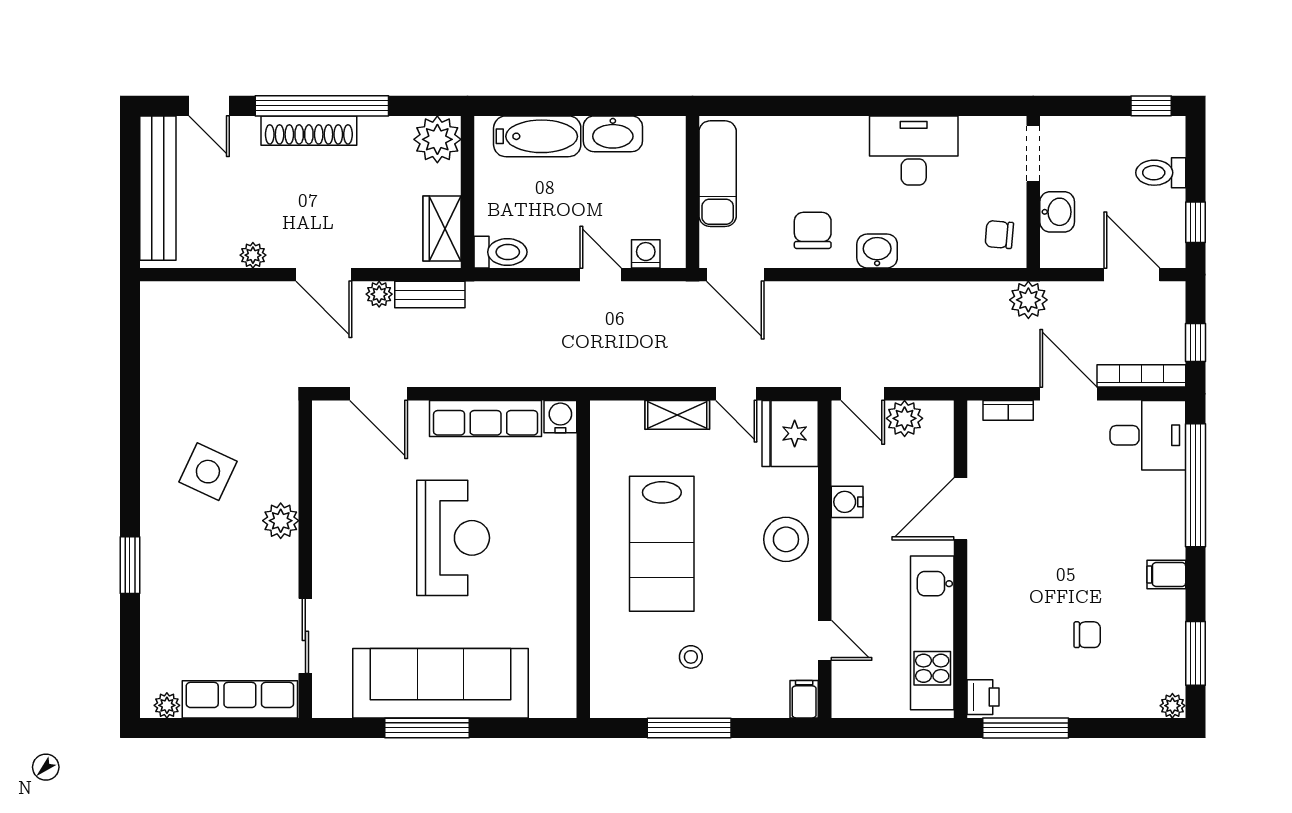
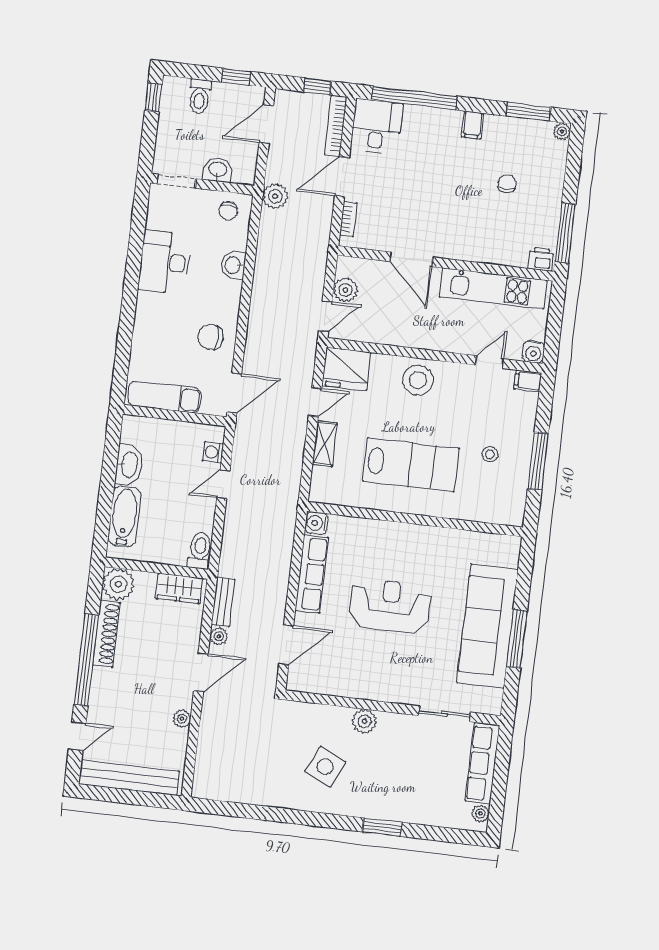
shoe rack: (309, 131) -> (106, 634), moved
washbasin: (877, 251) -> (233, 265), moved
water cooler: (847, 502) -> (533, 352), moved

